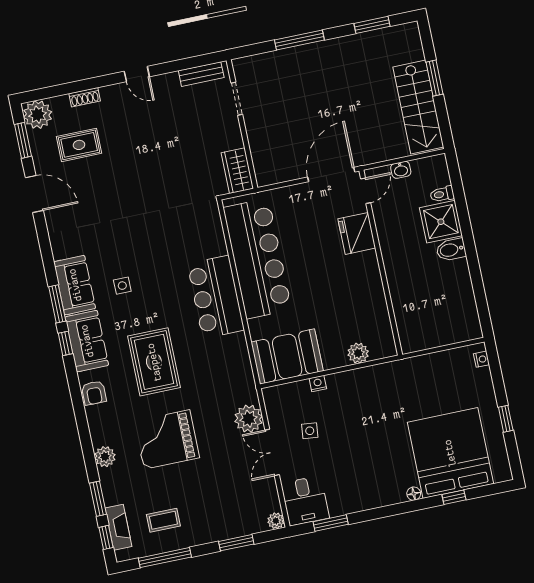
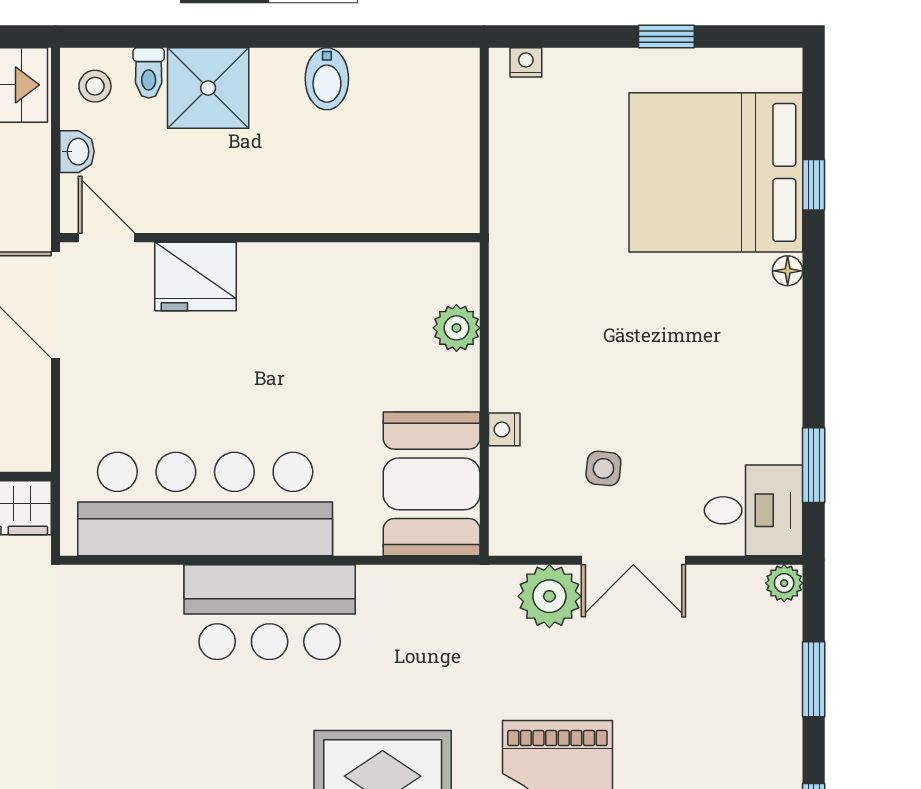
stool: (431, 172) -> (95, 86), added
bidet: (451, 250) -> (327, 79), moved

